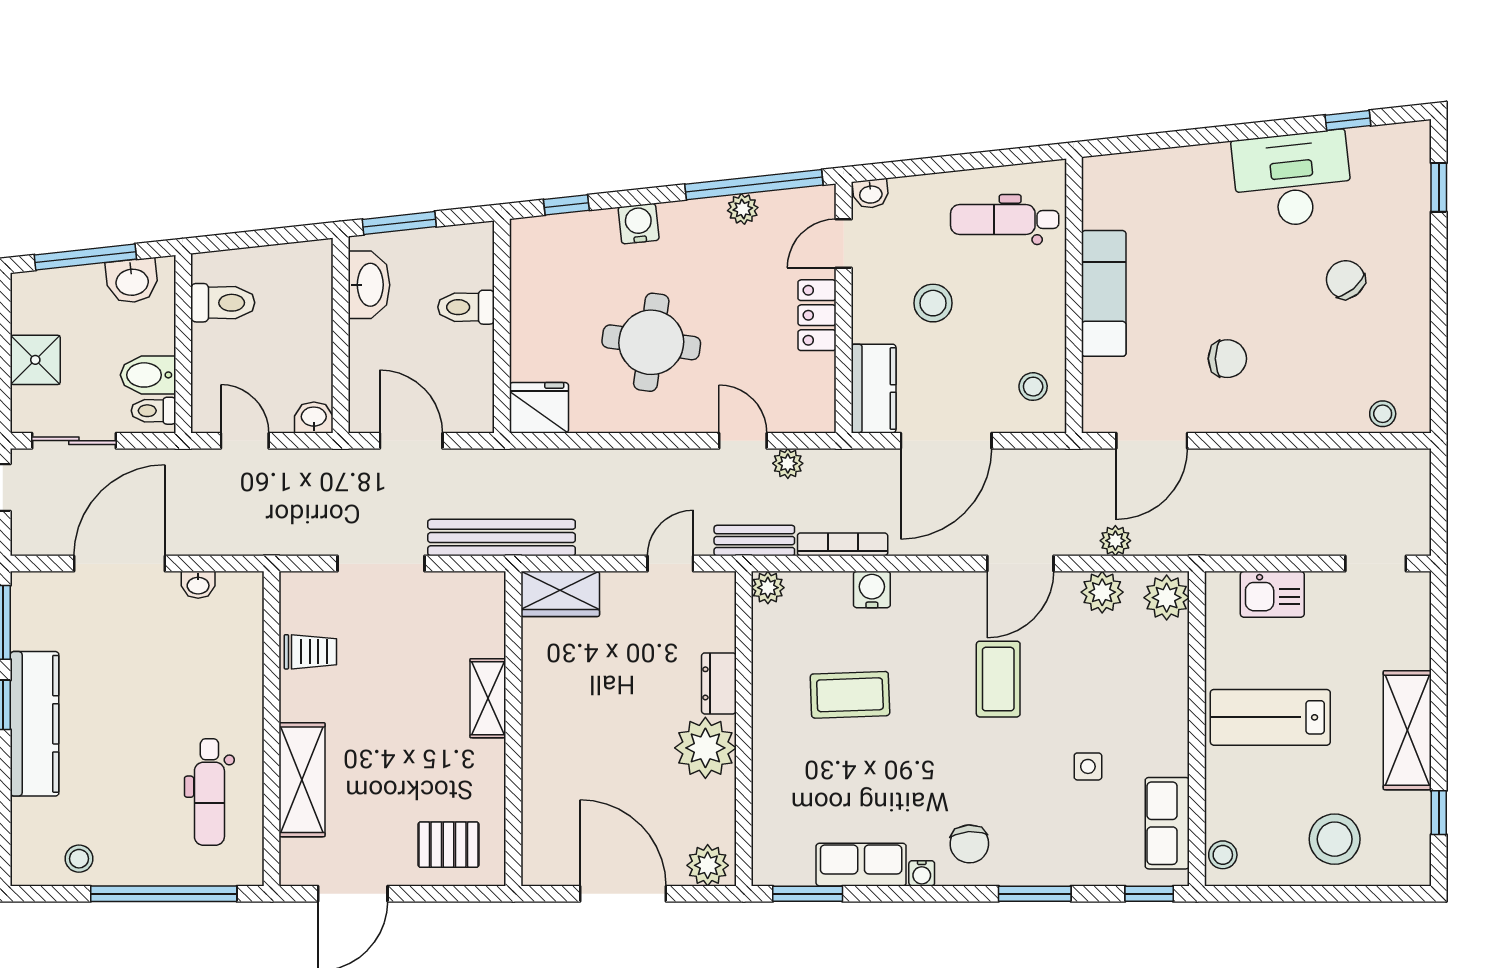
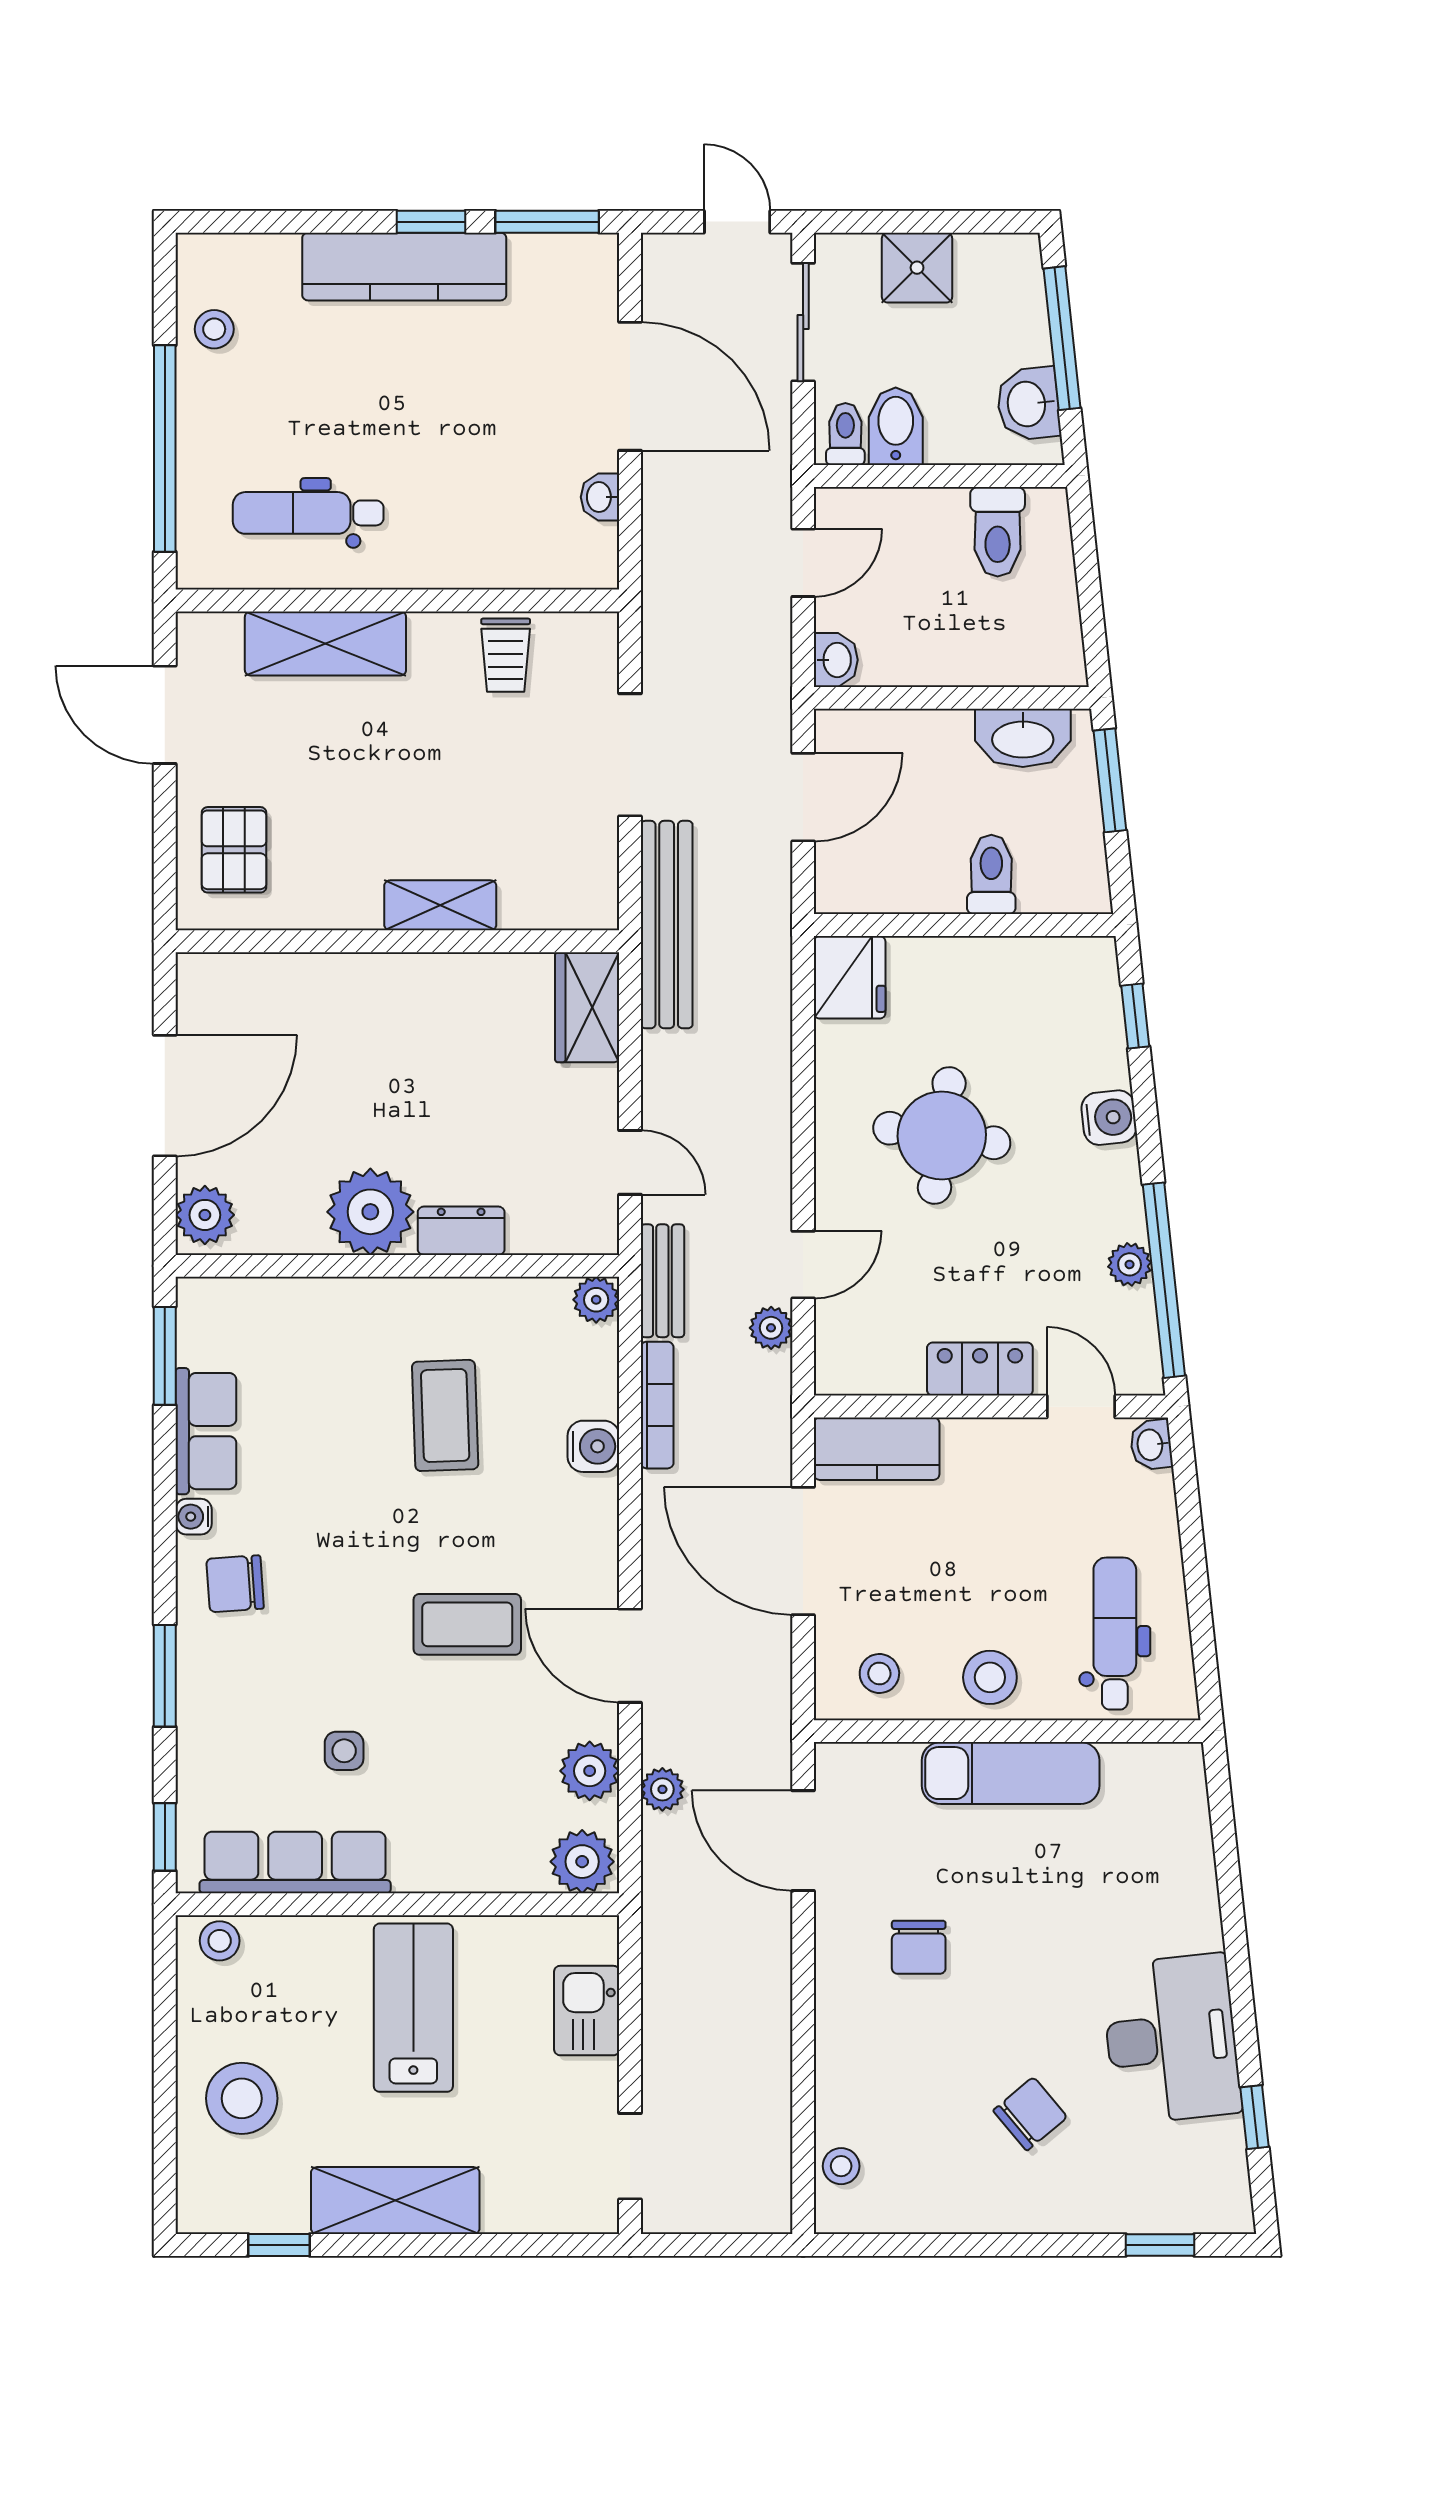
stool: (933, 303) -> (990, 1677), moved
row of seats: (1167, 823) -> (295, 1863), width x1.48

